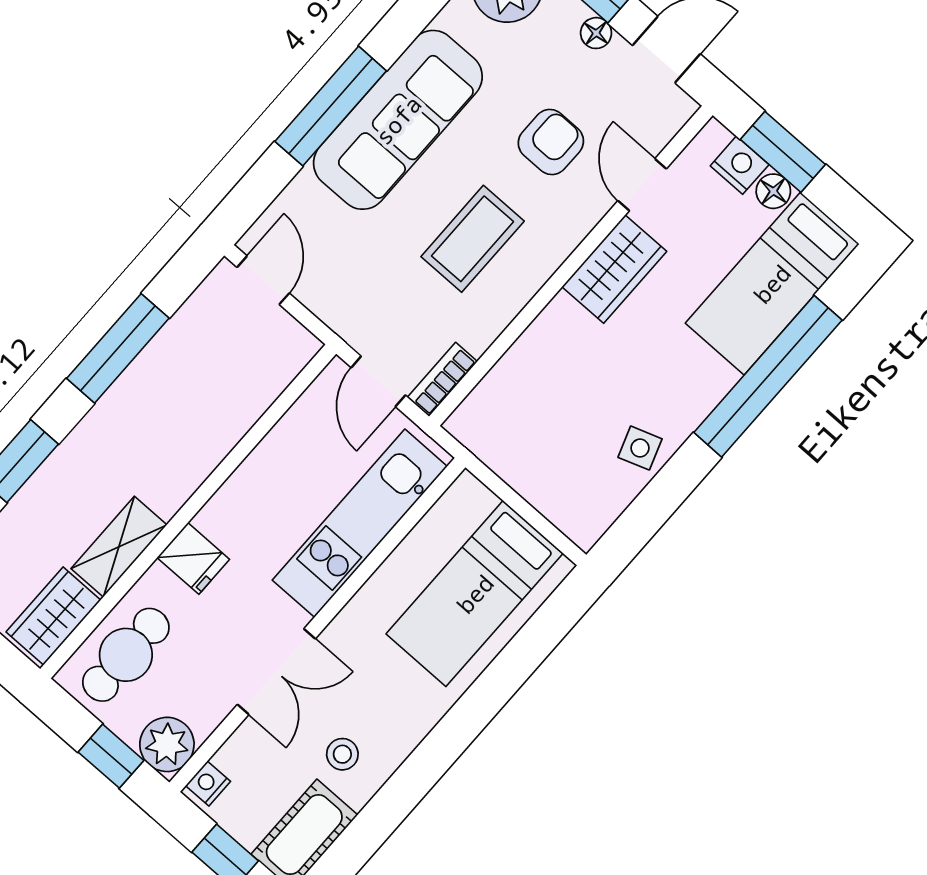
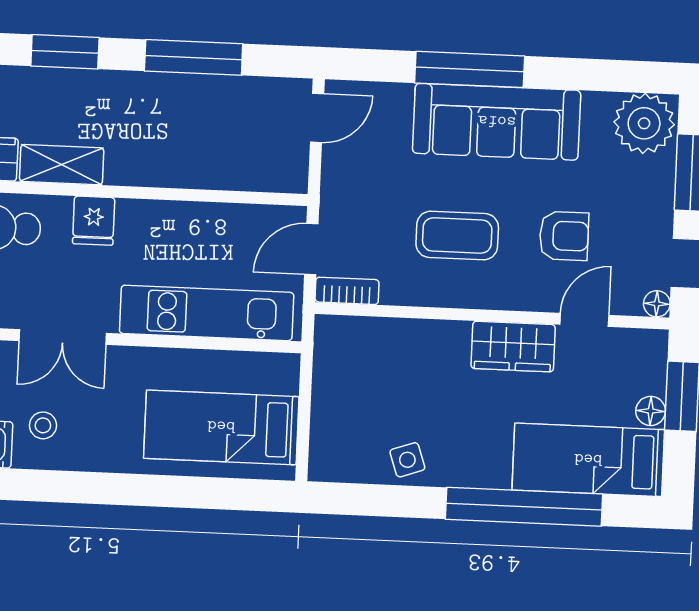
floor lamp: (596, 33) -> (657, 304), moved
nightstand: (740, 165) -> (650, 374), removed

